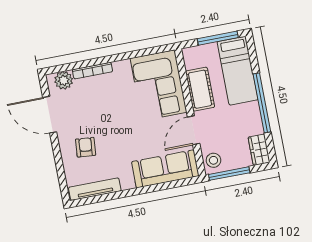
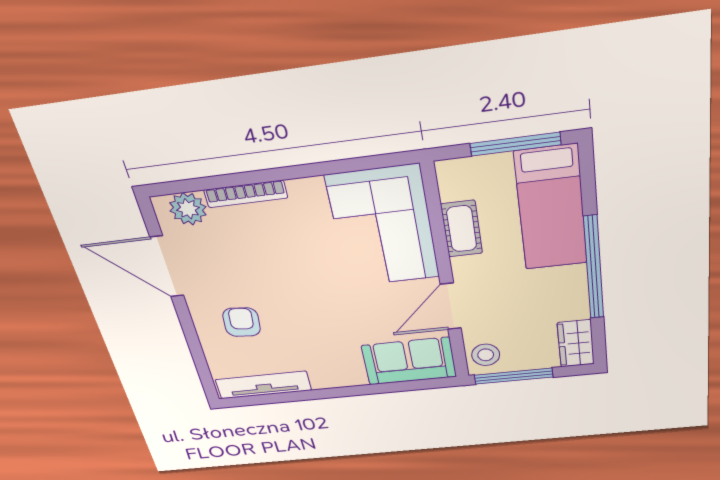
cot: (200, 89) -> (462, 229), width x0.73, depth x0.75
sofa: (165, 169) -> (409, 361), width x0.73

